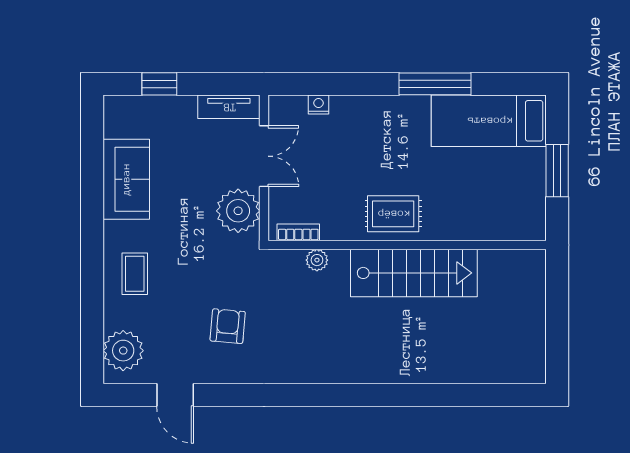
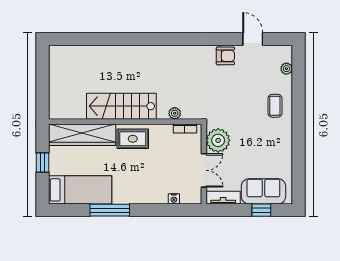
double door: (264, 156) -> (204, 170), swing flipped
window: (557, 171) -> (43, 163), width x0.67
sofa: (126, 179) -> (263, 191), moved, turned 90
wardrobe: (485, 221) -> (82, 135), added
armchair: (228, 326) -> (225, 56), moved, turned -95
plant: (123, 351) -> (286, 69), width x0.53, depth x0.53

